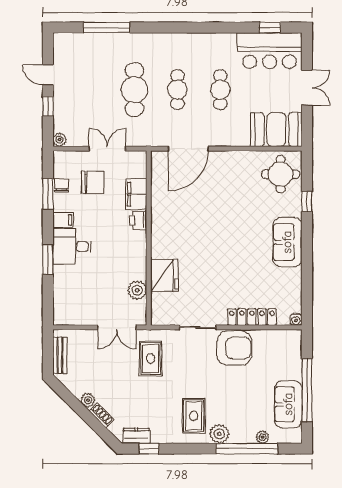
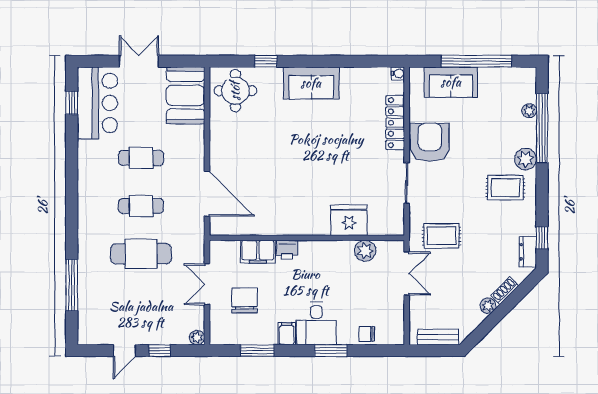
chair: (62, 186) -> (367, 334), moved
sofa: (288, 404) -> (451, 82), moved

